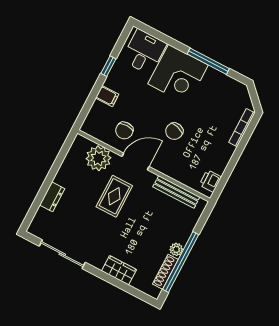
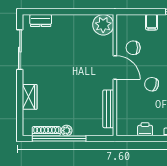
plant: (98, 158) -> (103, 25), moved
printer: (210, 181) -> (145, 129), moved
rug: (114, 196) -> (82, 65), removed
dresser: (52, 197) -> (41, 21), moved

